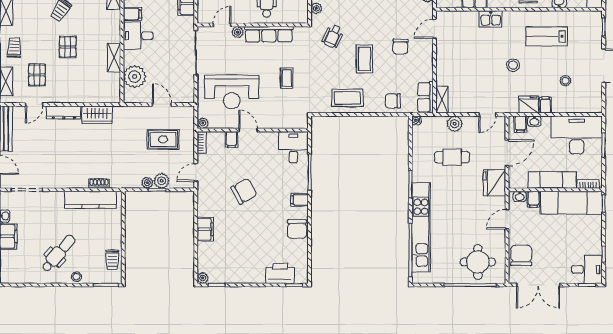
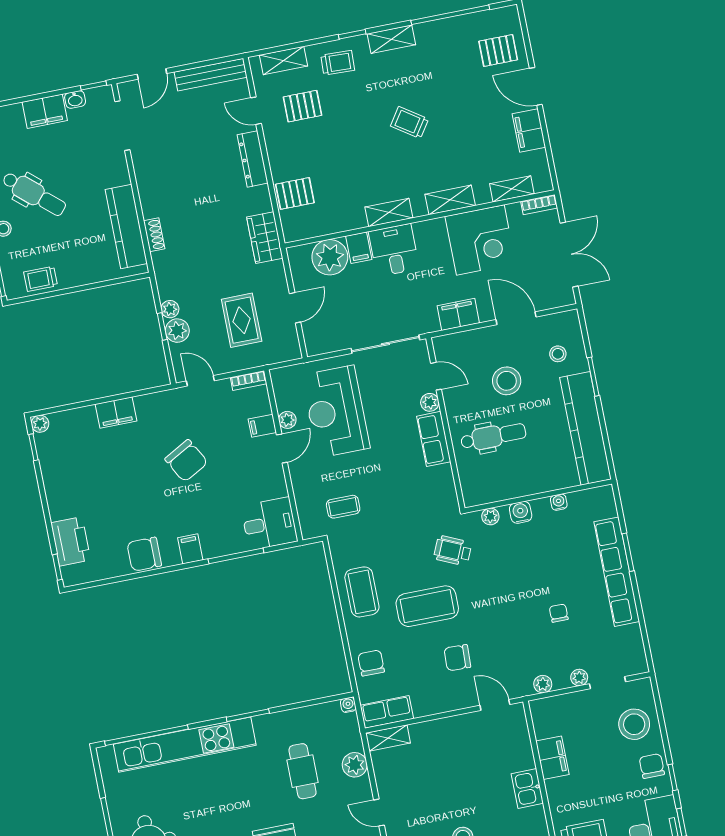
filing cabinet: (132, 14) -> (359, 248), moved
row of seats: (269, 34) -> (434, 439), width x0.68
pallet: (68, 47) -> (295, 193), moved
shelving: (114, 58) -> (389, 212), moved
coffee table: (364, 59) -> (427, 606), width x1.36, depth x1.32
coffee table: (287, 78) -> (343, 507), moved
wardrobe: (97, 115) -> (265, 238), moved
plant: (203, 123) -> (287, 420), moved

